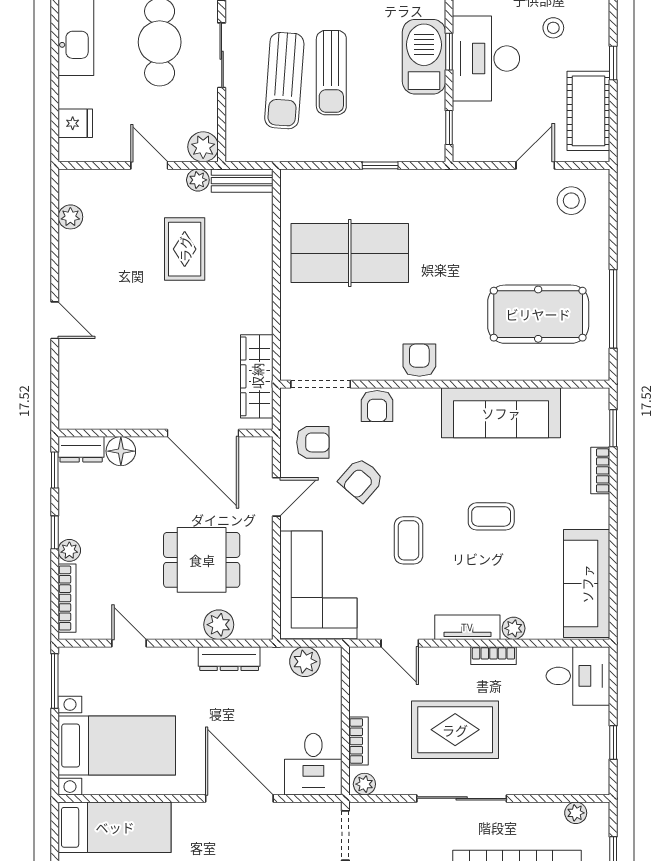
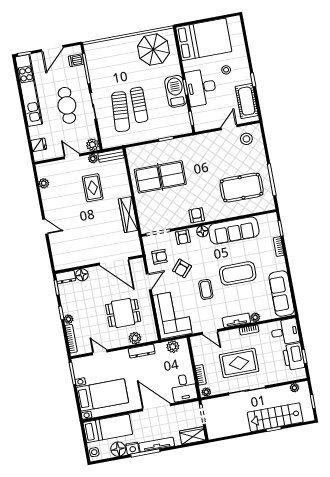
wardrobe: (257, 376) -> (128, 215), moved
floor lamp: (426, 401) -> (202, 231), added
coffee table: (491, 516) -> (238, 273), width x1.86, depth x1.72
printer: (587, 738) -> (294, 357), added

